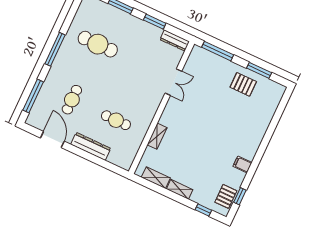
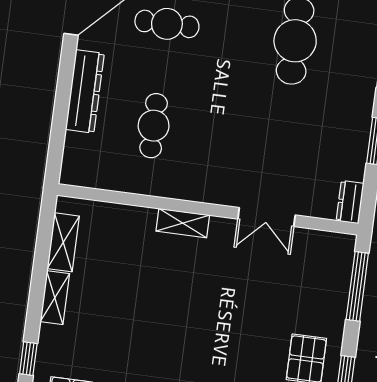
dresser: (175, 41) -> (350, 202), width x0.70
shelving: (157, 136) -> (183, 223), moved

